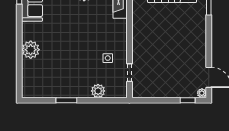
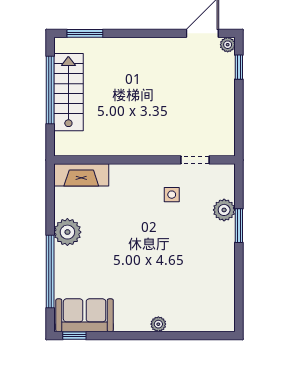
plant: (31, 50) -> (158, 324), width x0.53, depth x0.53
window: (66, 100) -> (239, 226), moved

